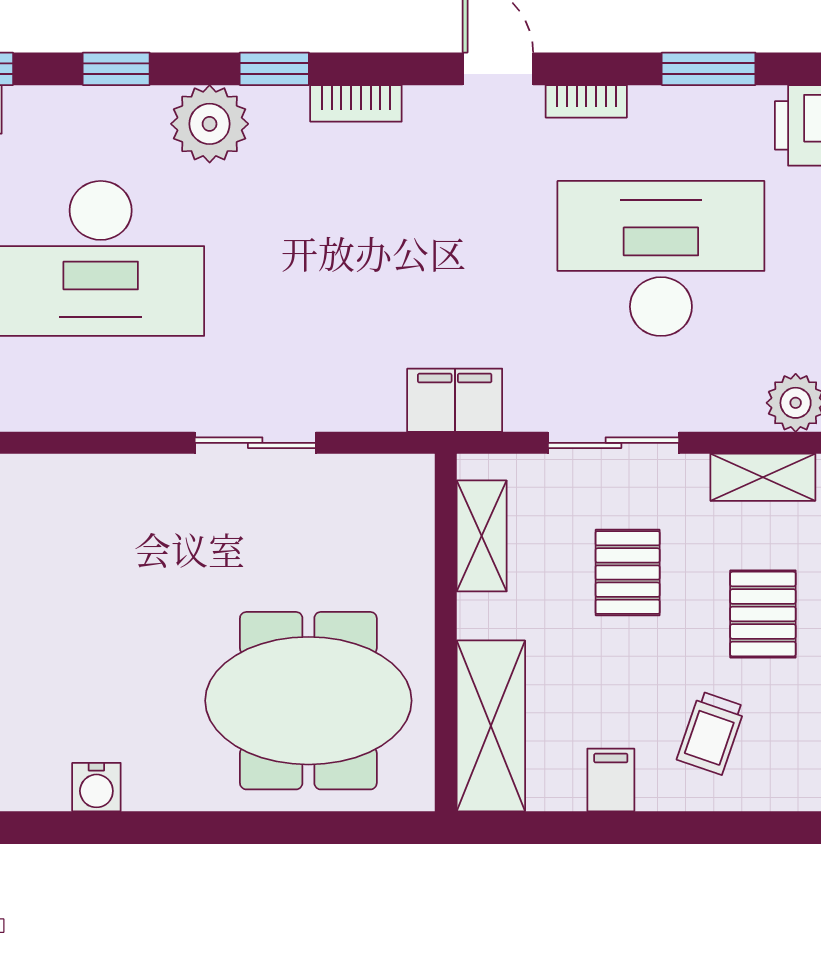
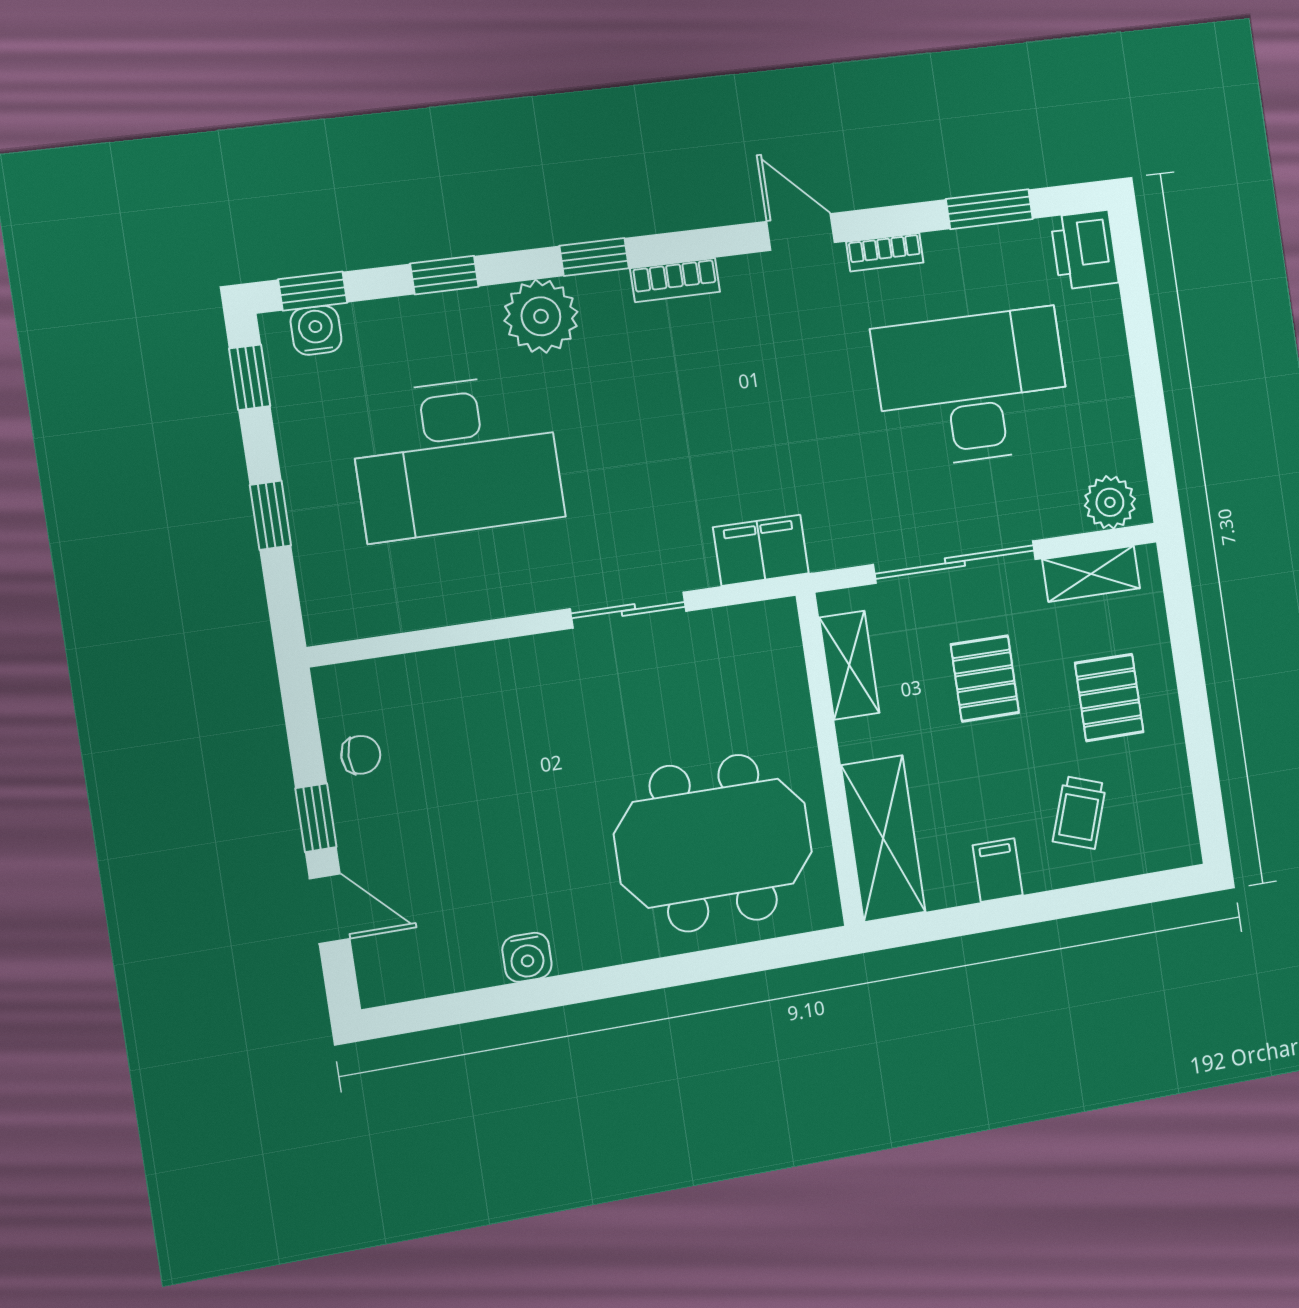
filing cabinet: (455, 400) -> (761, 550), moved
sliding door: (613, 443) -> (955, 562), width x1.37

